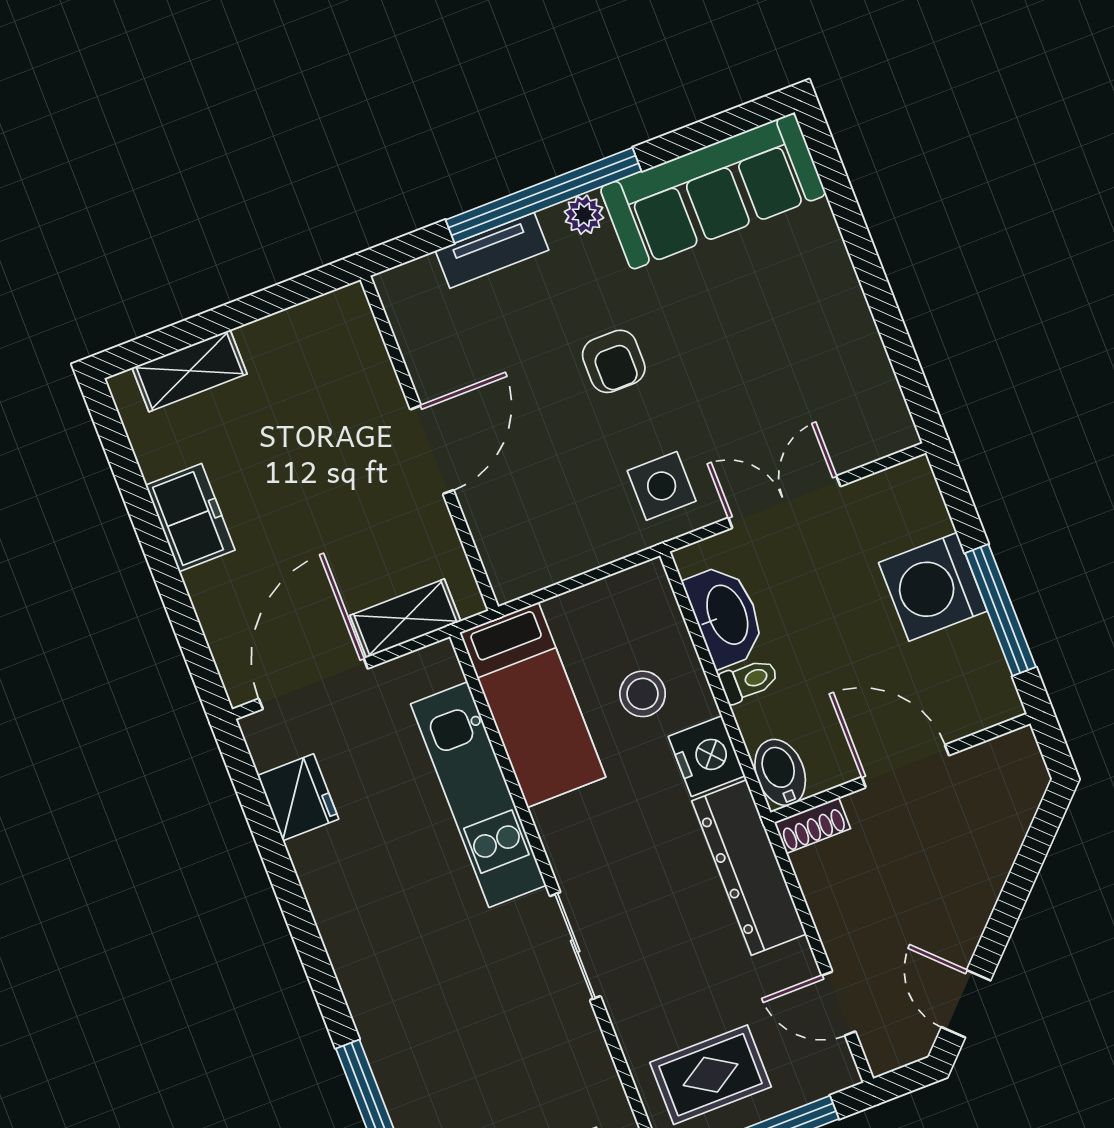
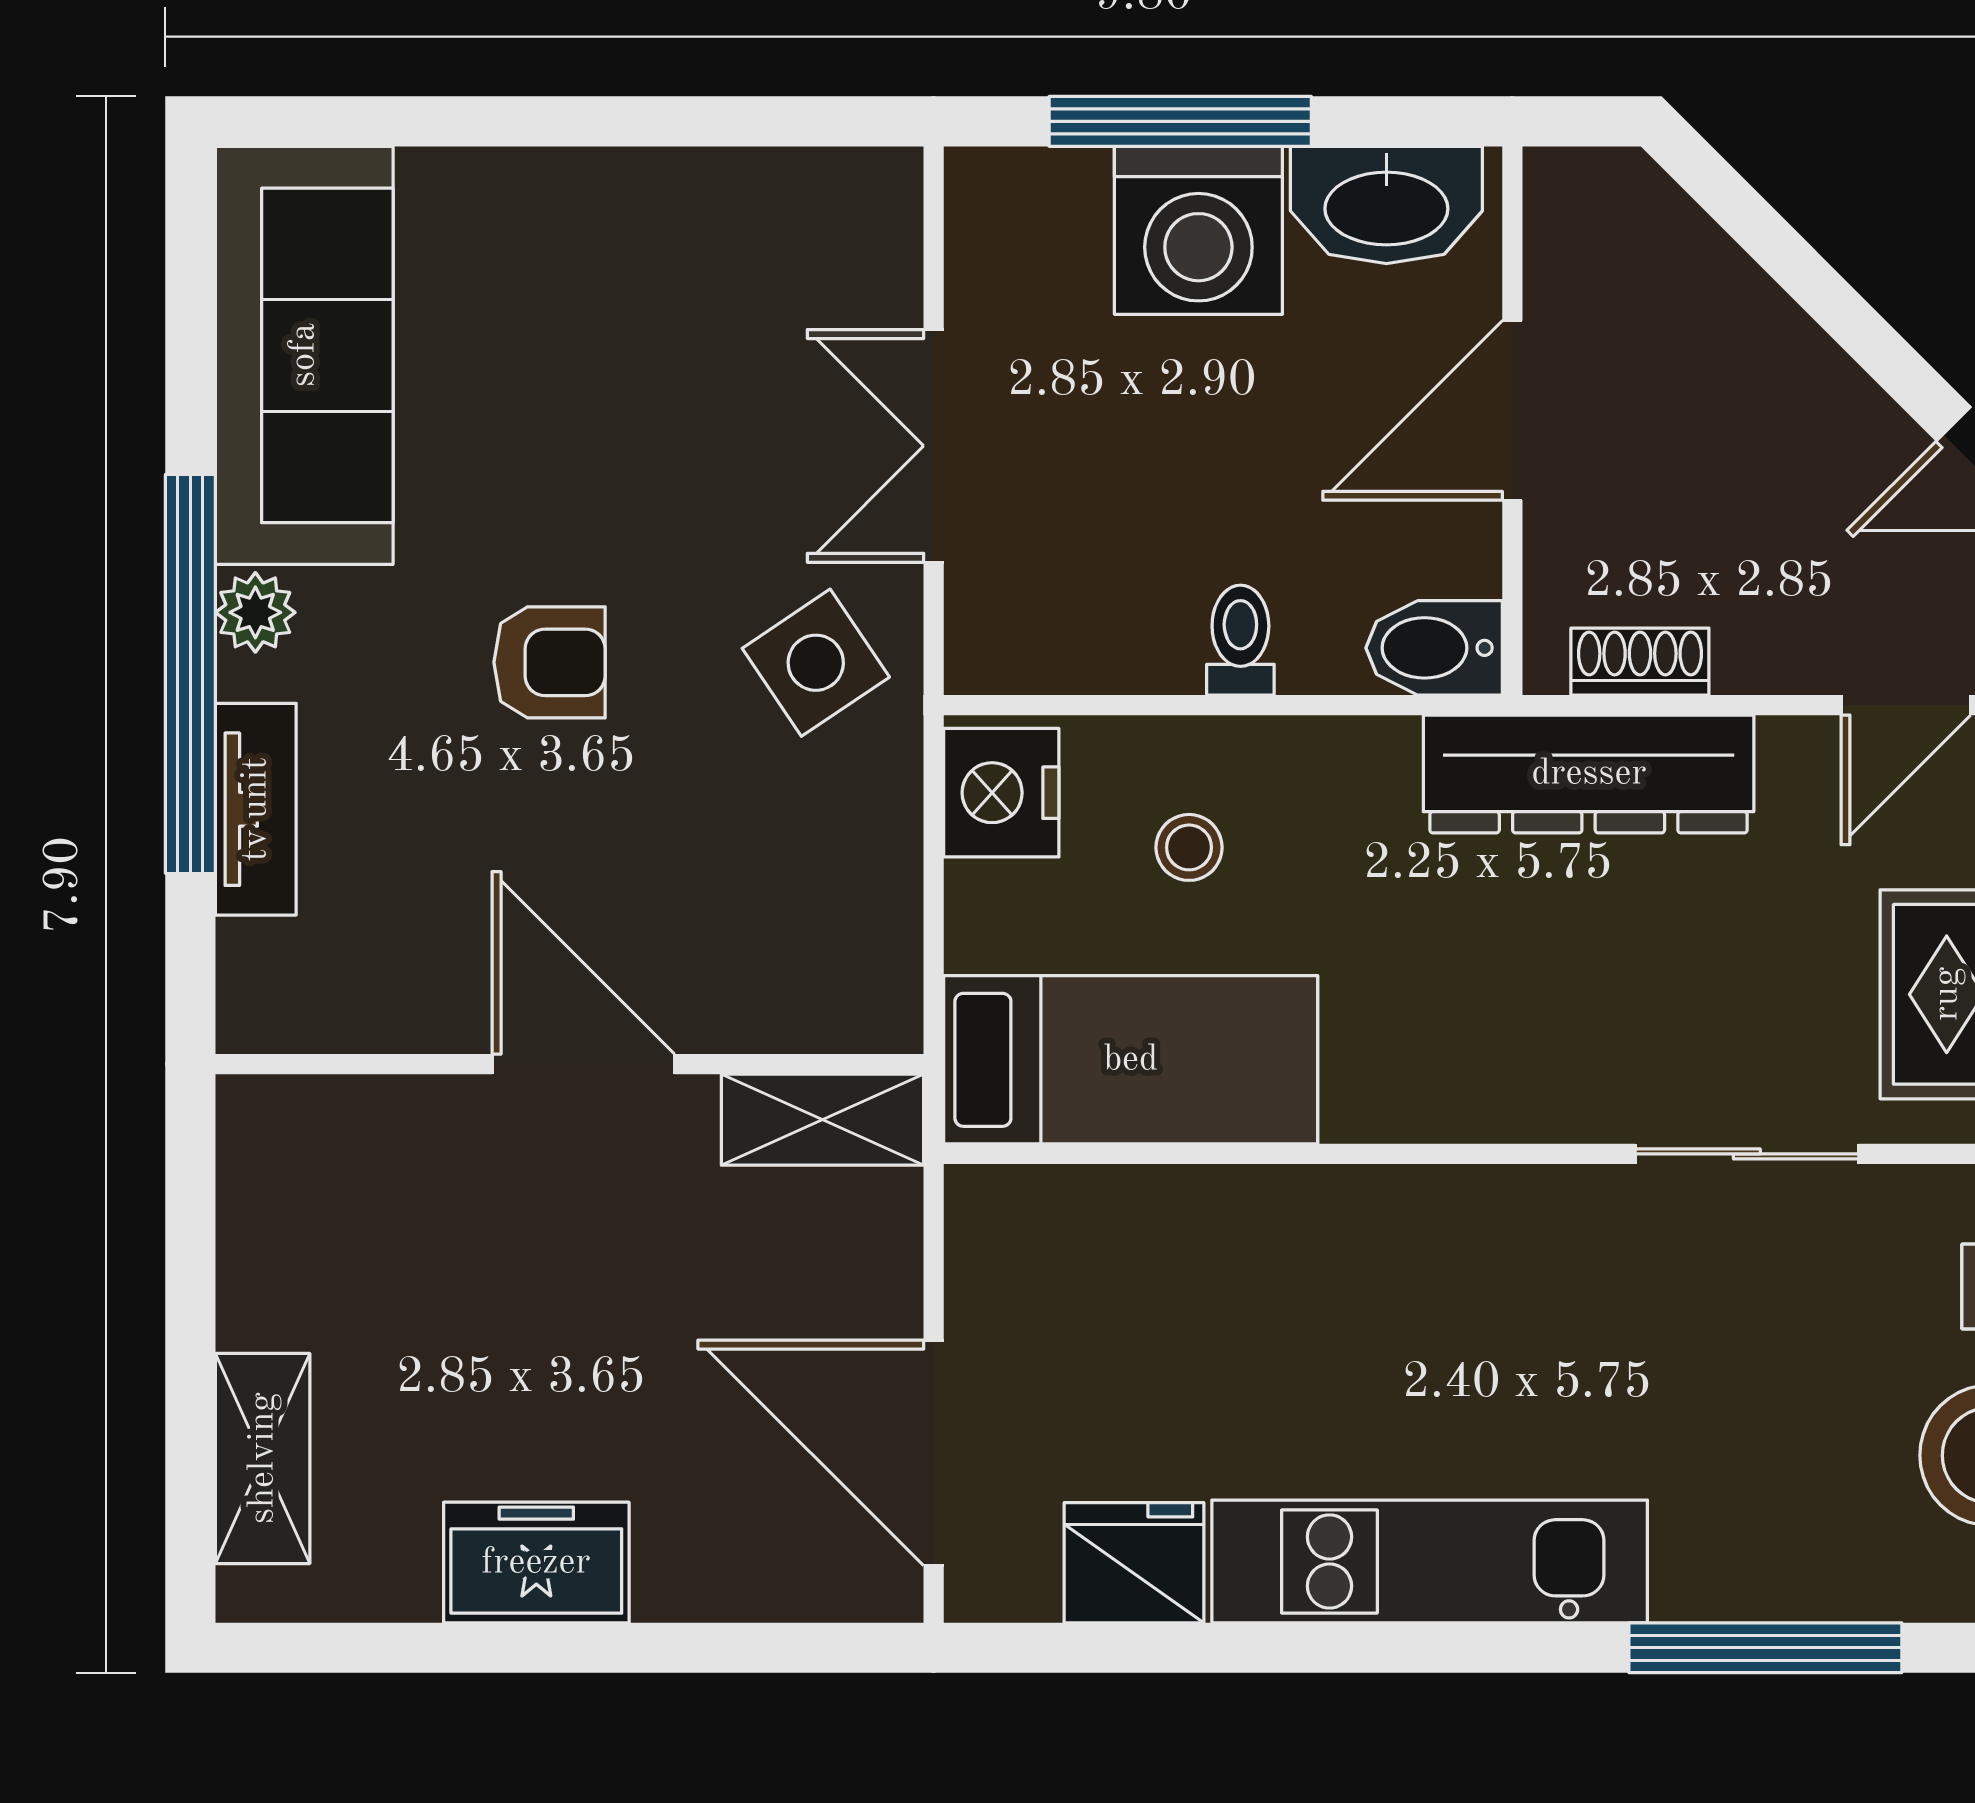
side table: (662, 486) -> (816, 663), turned -34
window: (1000, 610) -> (1180, 121), moved
washbasin: (726, 615) -> (1386, 205), moved, turned 180
shelving: (405, 618) -> (822, 1120), moved, turned 90
stool: (643, 694) -> (1189, 847), width x0.73, depth x0.73
nightstand: (707, 756) -> (1001, 793), moved, turned -90
kitchen unit: (478, 795) -> (1430, 1561), moved, turned 180
shoe rack: (812, 825) -> (1640, 662), moved, turned -90
sliding door: (575, 946) -> (1747, 1154), moved

